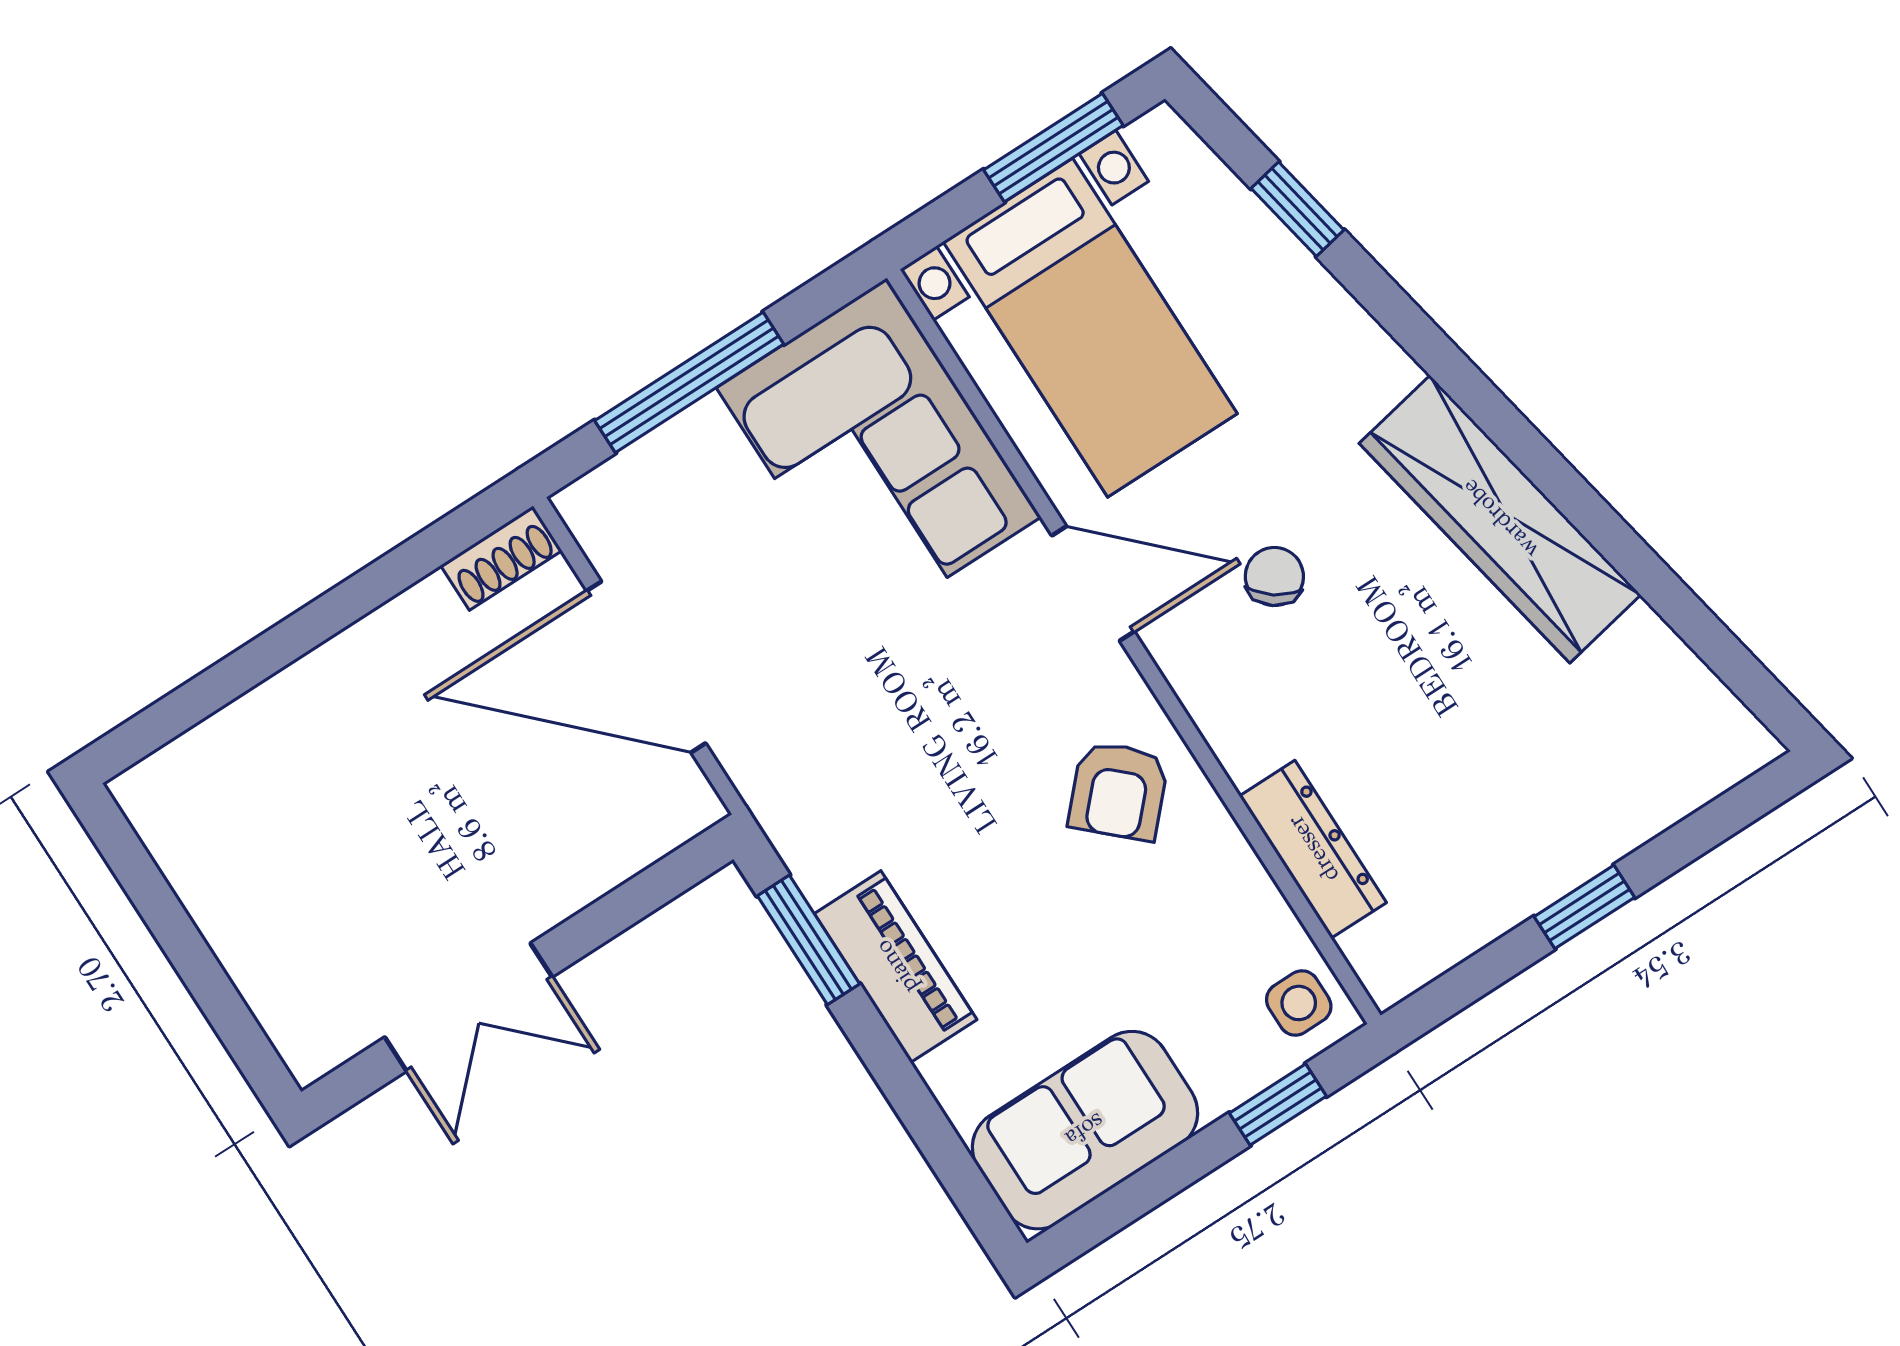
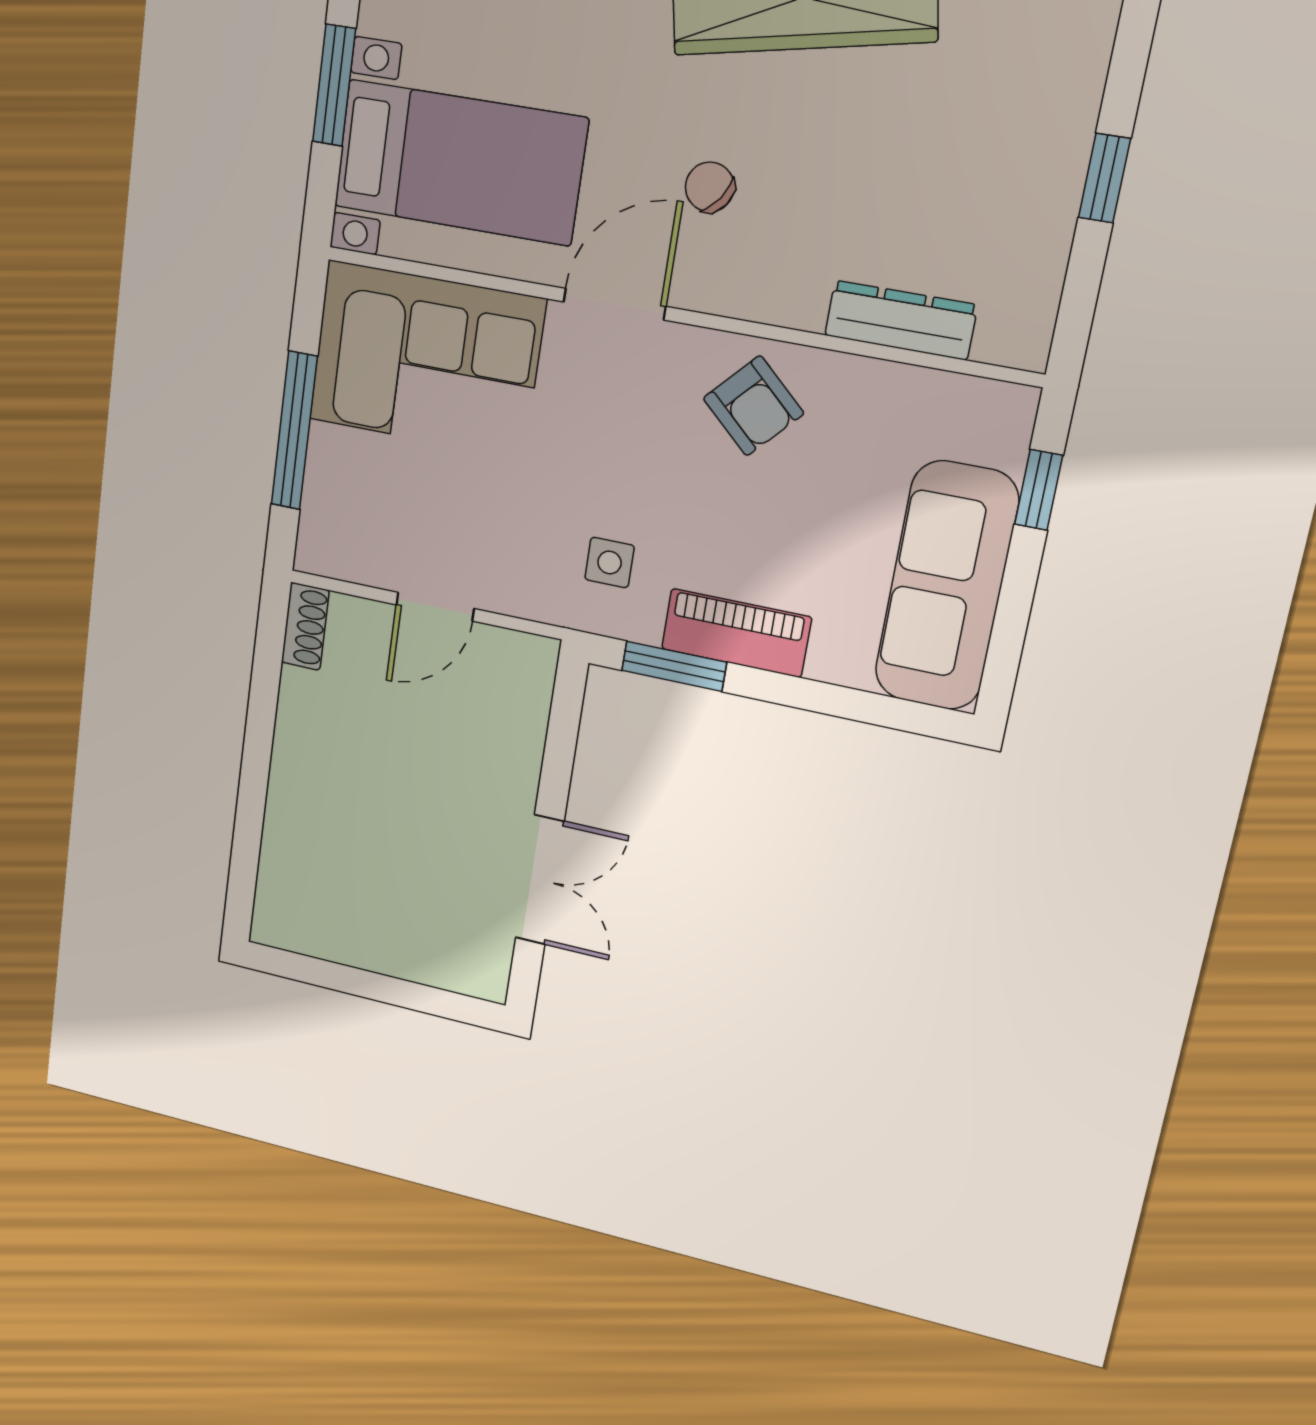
door: (646, 667) -> (435, 607), width x0.53
side table: (1299, 1003) -> (610, 562), moved
sofa: (1085, 1130) -> (946, 586), width x1.36

